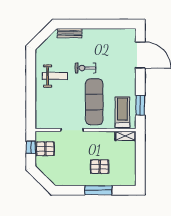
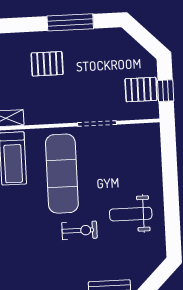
window: (98, 190) -> (70, 22), moved

